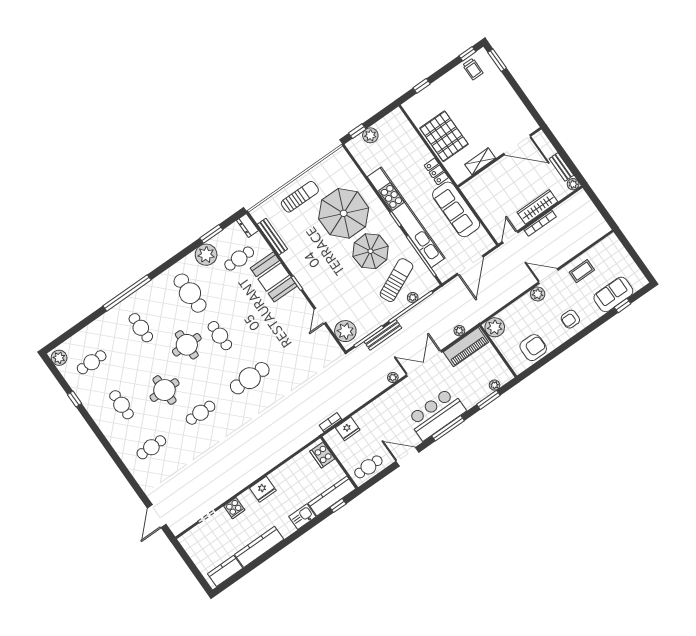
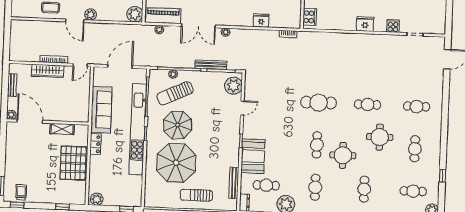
plant: (370, 135) -> (97, 199), moved
plant: (573, 184) -> (11, 115), moved
cafe table: (190, 293) -> (315, 187), width x0.73, depth x0.74
fridge: (348, 429) -> (261, 21), moved

